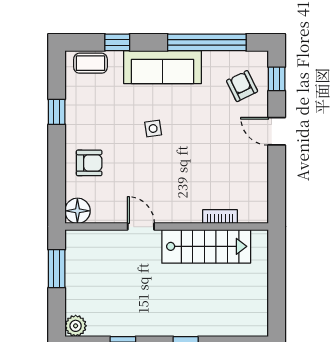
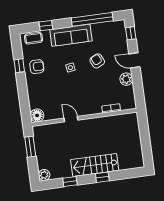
armchair: (242, 86) -> (97, 61), moved
armchair: (89, 163) -> (37, 67), moved
plant: (256, 165) -> (126, 79), added
stairs: (206, 246) -> (95, 165), moved, turned 180

